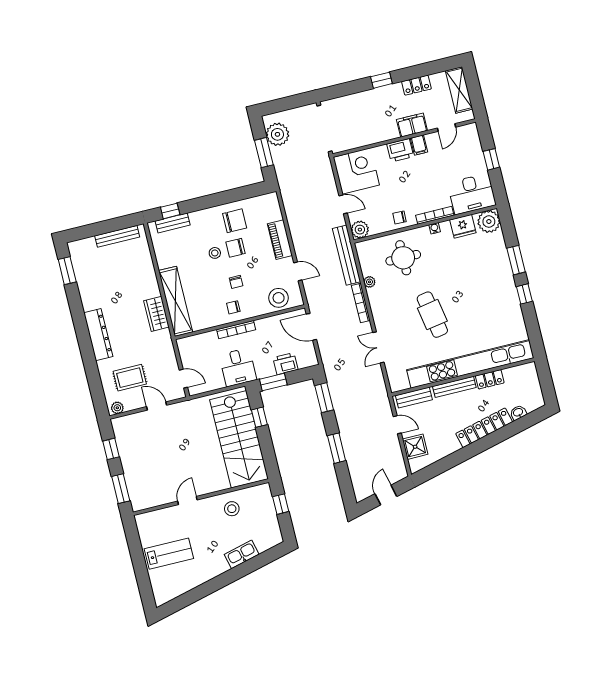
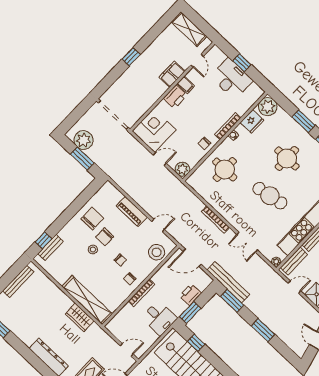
locker: (416, 85) -> (158, 45), removed
desk: (472, 194) -> (232, 79), moved, turned -90
bench: (347, 255) -> (228, 282), moved
plant: (369, 282) -> (276, 262), moved
round table: (474, 287) -> (287, 158), added

